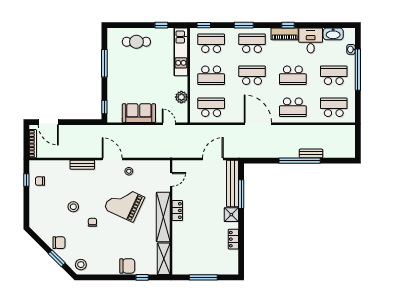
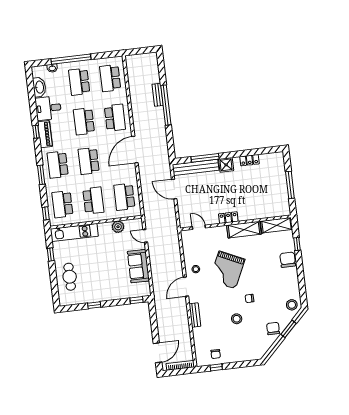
window: (104, 63) -> (94, 305), width x0.46
school desk: (293, 75) -> (84, 121), turned 180
door: (169, 124) -> (145, 236), hinge flipped
shelving: (163, 217) -> (244, 230), width x0.68

